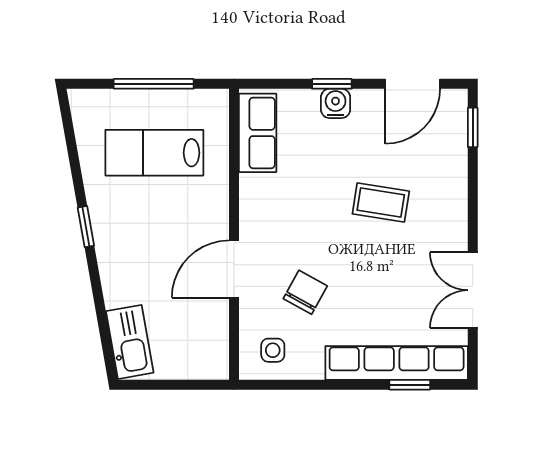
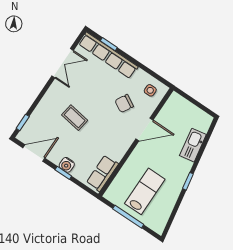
lab bench: (154, 153) -> (145, 191), turned -90
kitchen sink: (130, 342) -> (193, 145), moved

